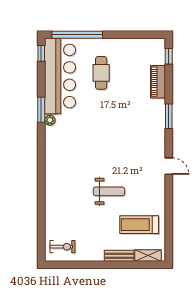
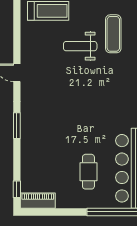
piano: (158, 82) -> (38, 201), moved, turned -90
exercise mat: (78, 203) -> (113, 34), added

